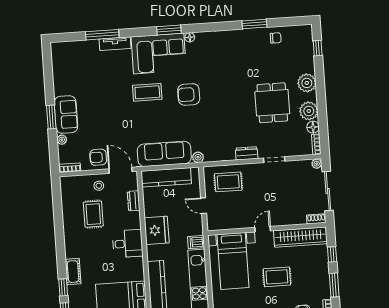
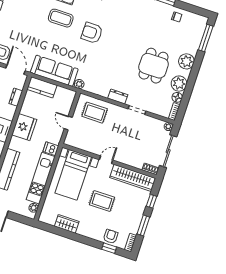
window: (318, 48) -> (206, 38), width x2.17
kitchen counter: (166, 177) -> (42, 87), width x0.67

